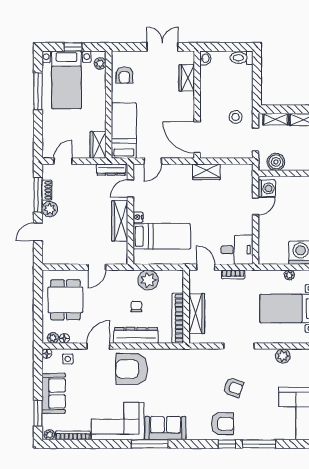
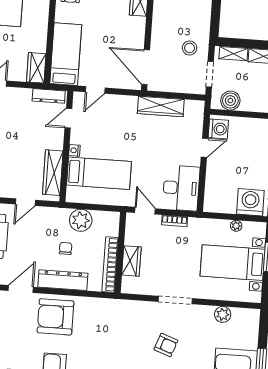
wardrobe: (206, 172) -> (161, 106), width x1.50
wardrobe: (120, 221) -> (53, 173), moved
desk: (237, 250) -> (181, 188), width x1.37
wardrobe: (197, 314) -> (131, 261), width x0.67

